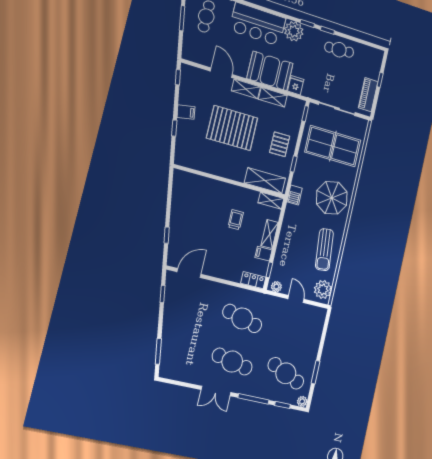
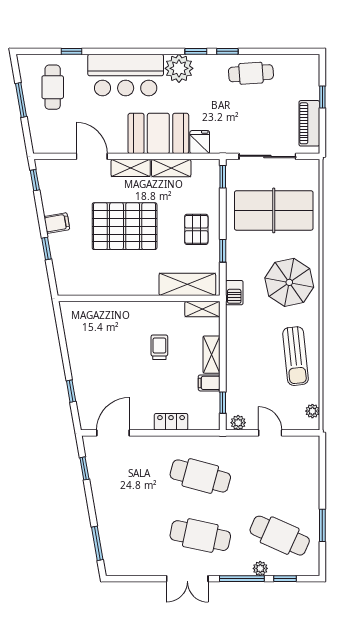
locker: (253, 280) -> (171, 422), moved
plant: (323, 290) -> (312, 411), width x0.53, depth x0.53
plant: (302, 401) -> (260, 568), moved

